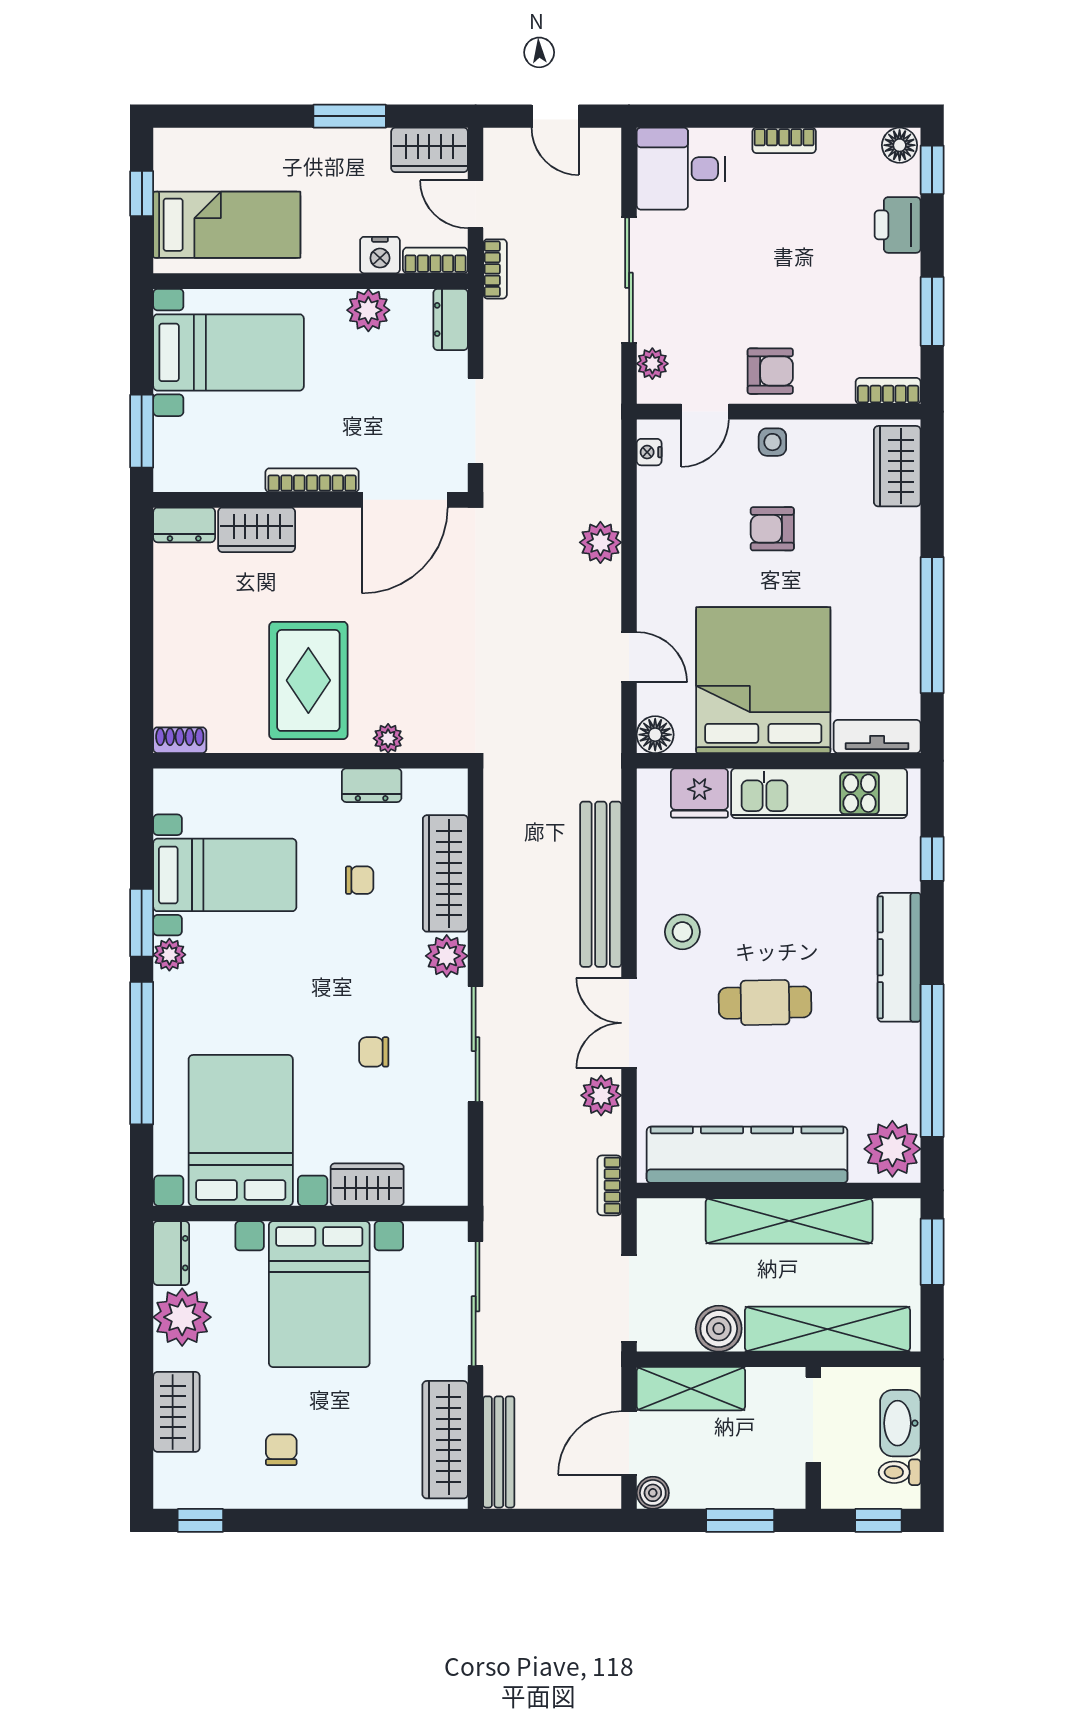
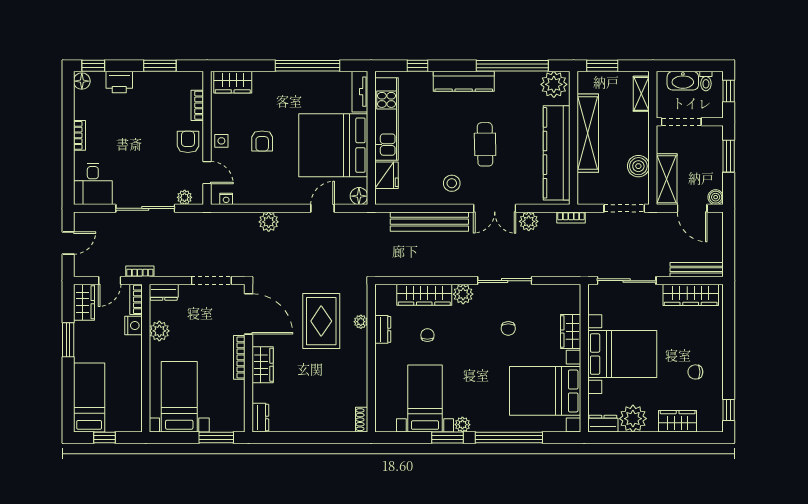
bed: (227, 225) -> (89, 398), moved
bookcase: (888, 391) -> (197, 105), moved
wardrobe: (257, 530) -> (263, 365), moved
rug: (308, 680) -> (321, 321), moved, turned 90
shelving: (827, 1329) -> (641, 94), width x0.45, depth x0.75

